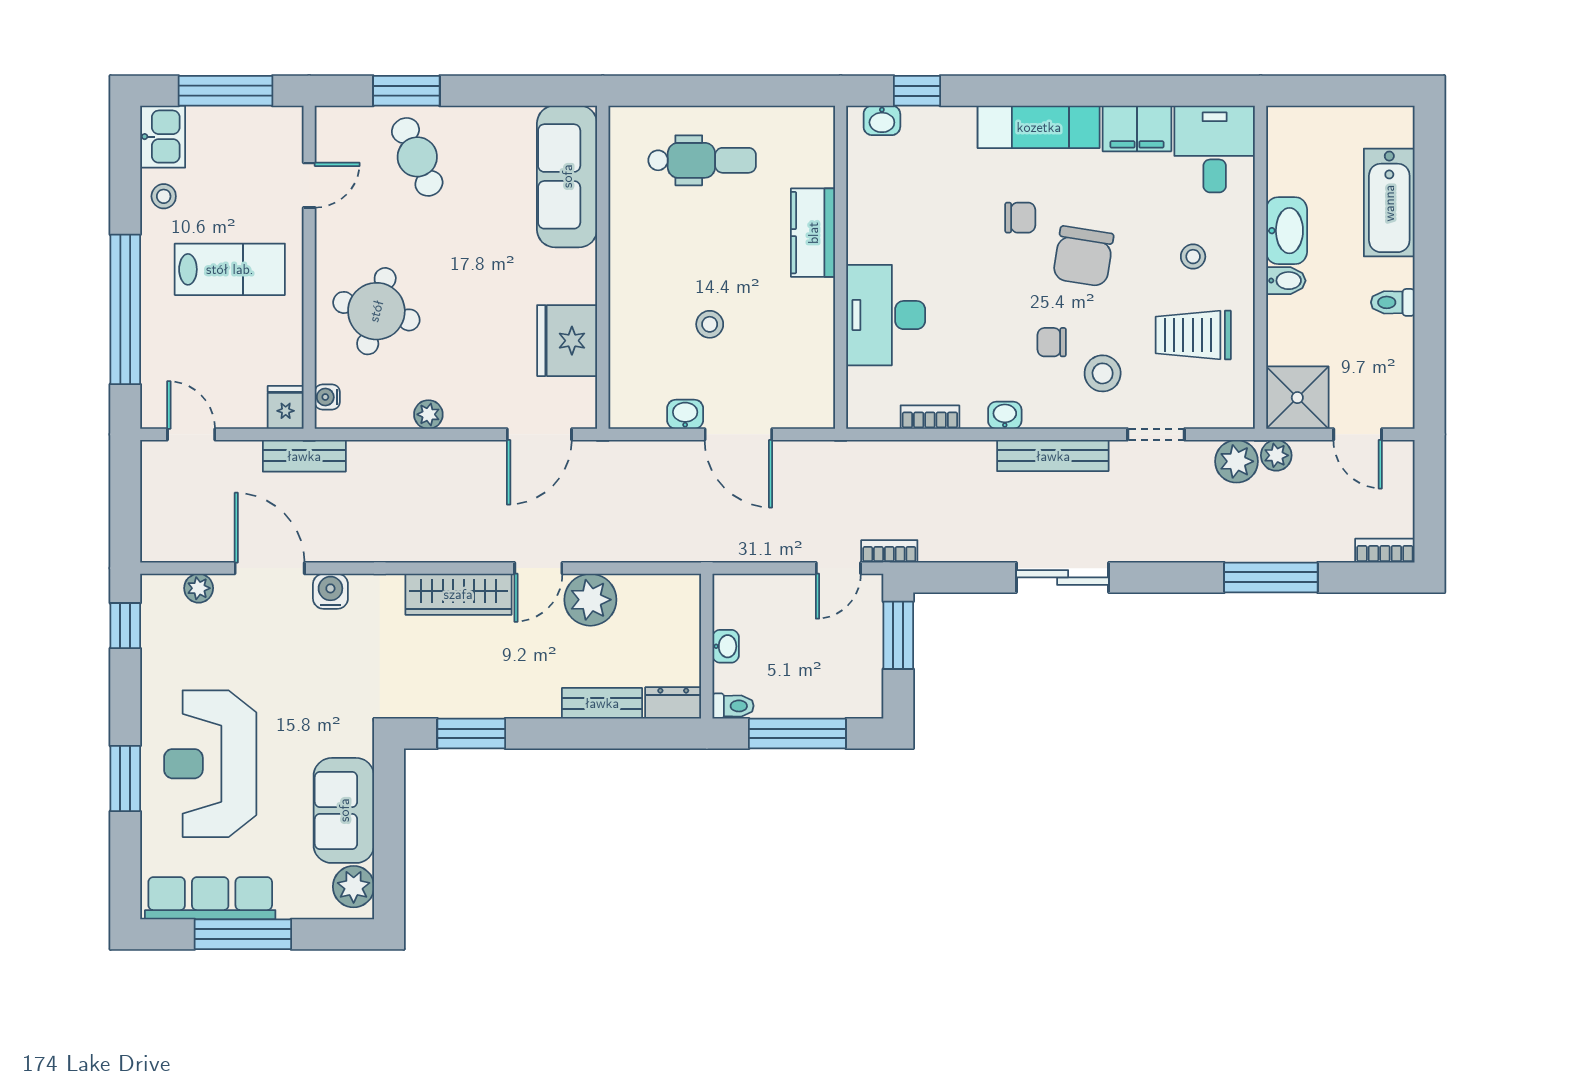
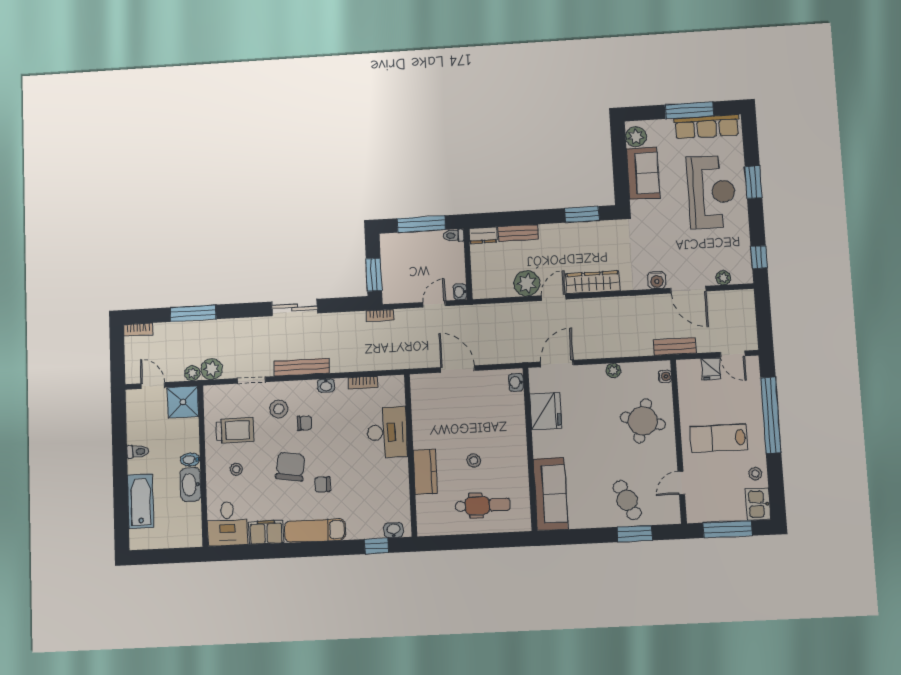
dental chair: (702, 160) -> (483, 505), turned 180
stool: (710, 324) -> (474, 460), moved
fridge: (286, 407) -> (711, 369), moved
washbasin: (685, 414) -> (516, 382), moved, turned 90
door: (838, 568) -> (434, 304), moved
washbasin: (726, 646) -> (460, 292), moved

